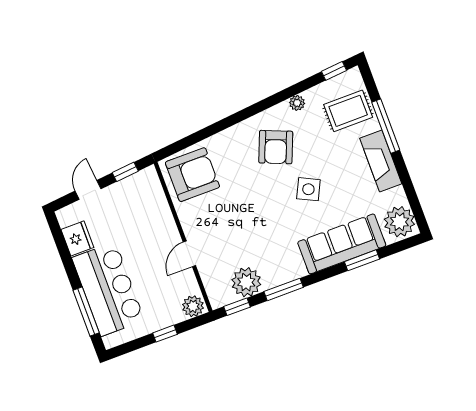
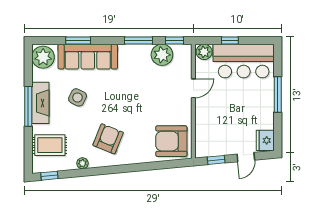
window: (386, 126) -> (28, 106), moved
side table: (308, 189) -> (78, 97), moved
fridge: (77, 238) -> (265, 140), moved
bar counter: (108, 289) -> (244, 61), moved, turned -90
window: (86, 311) -> (278, 94), moved

